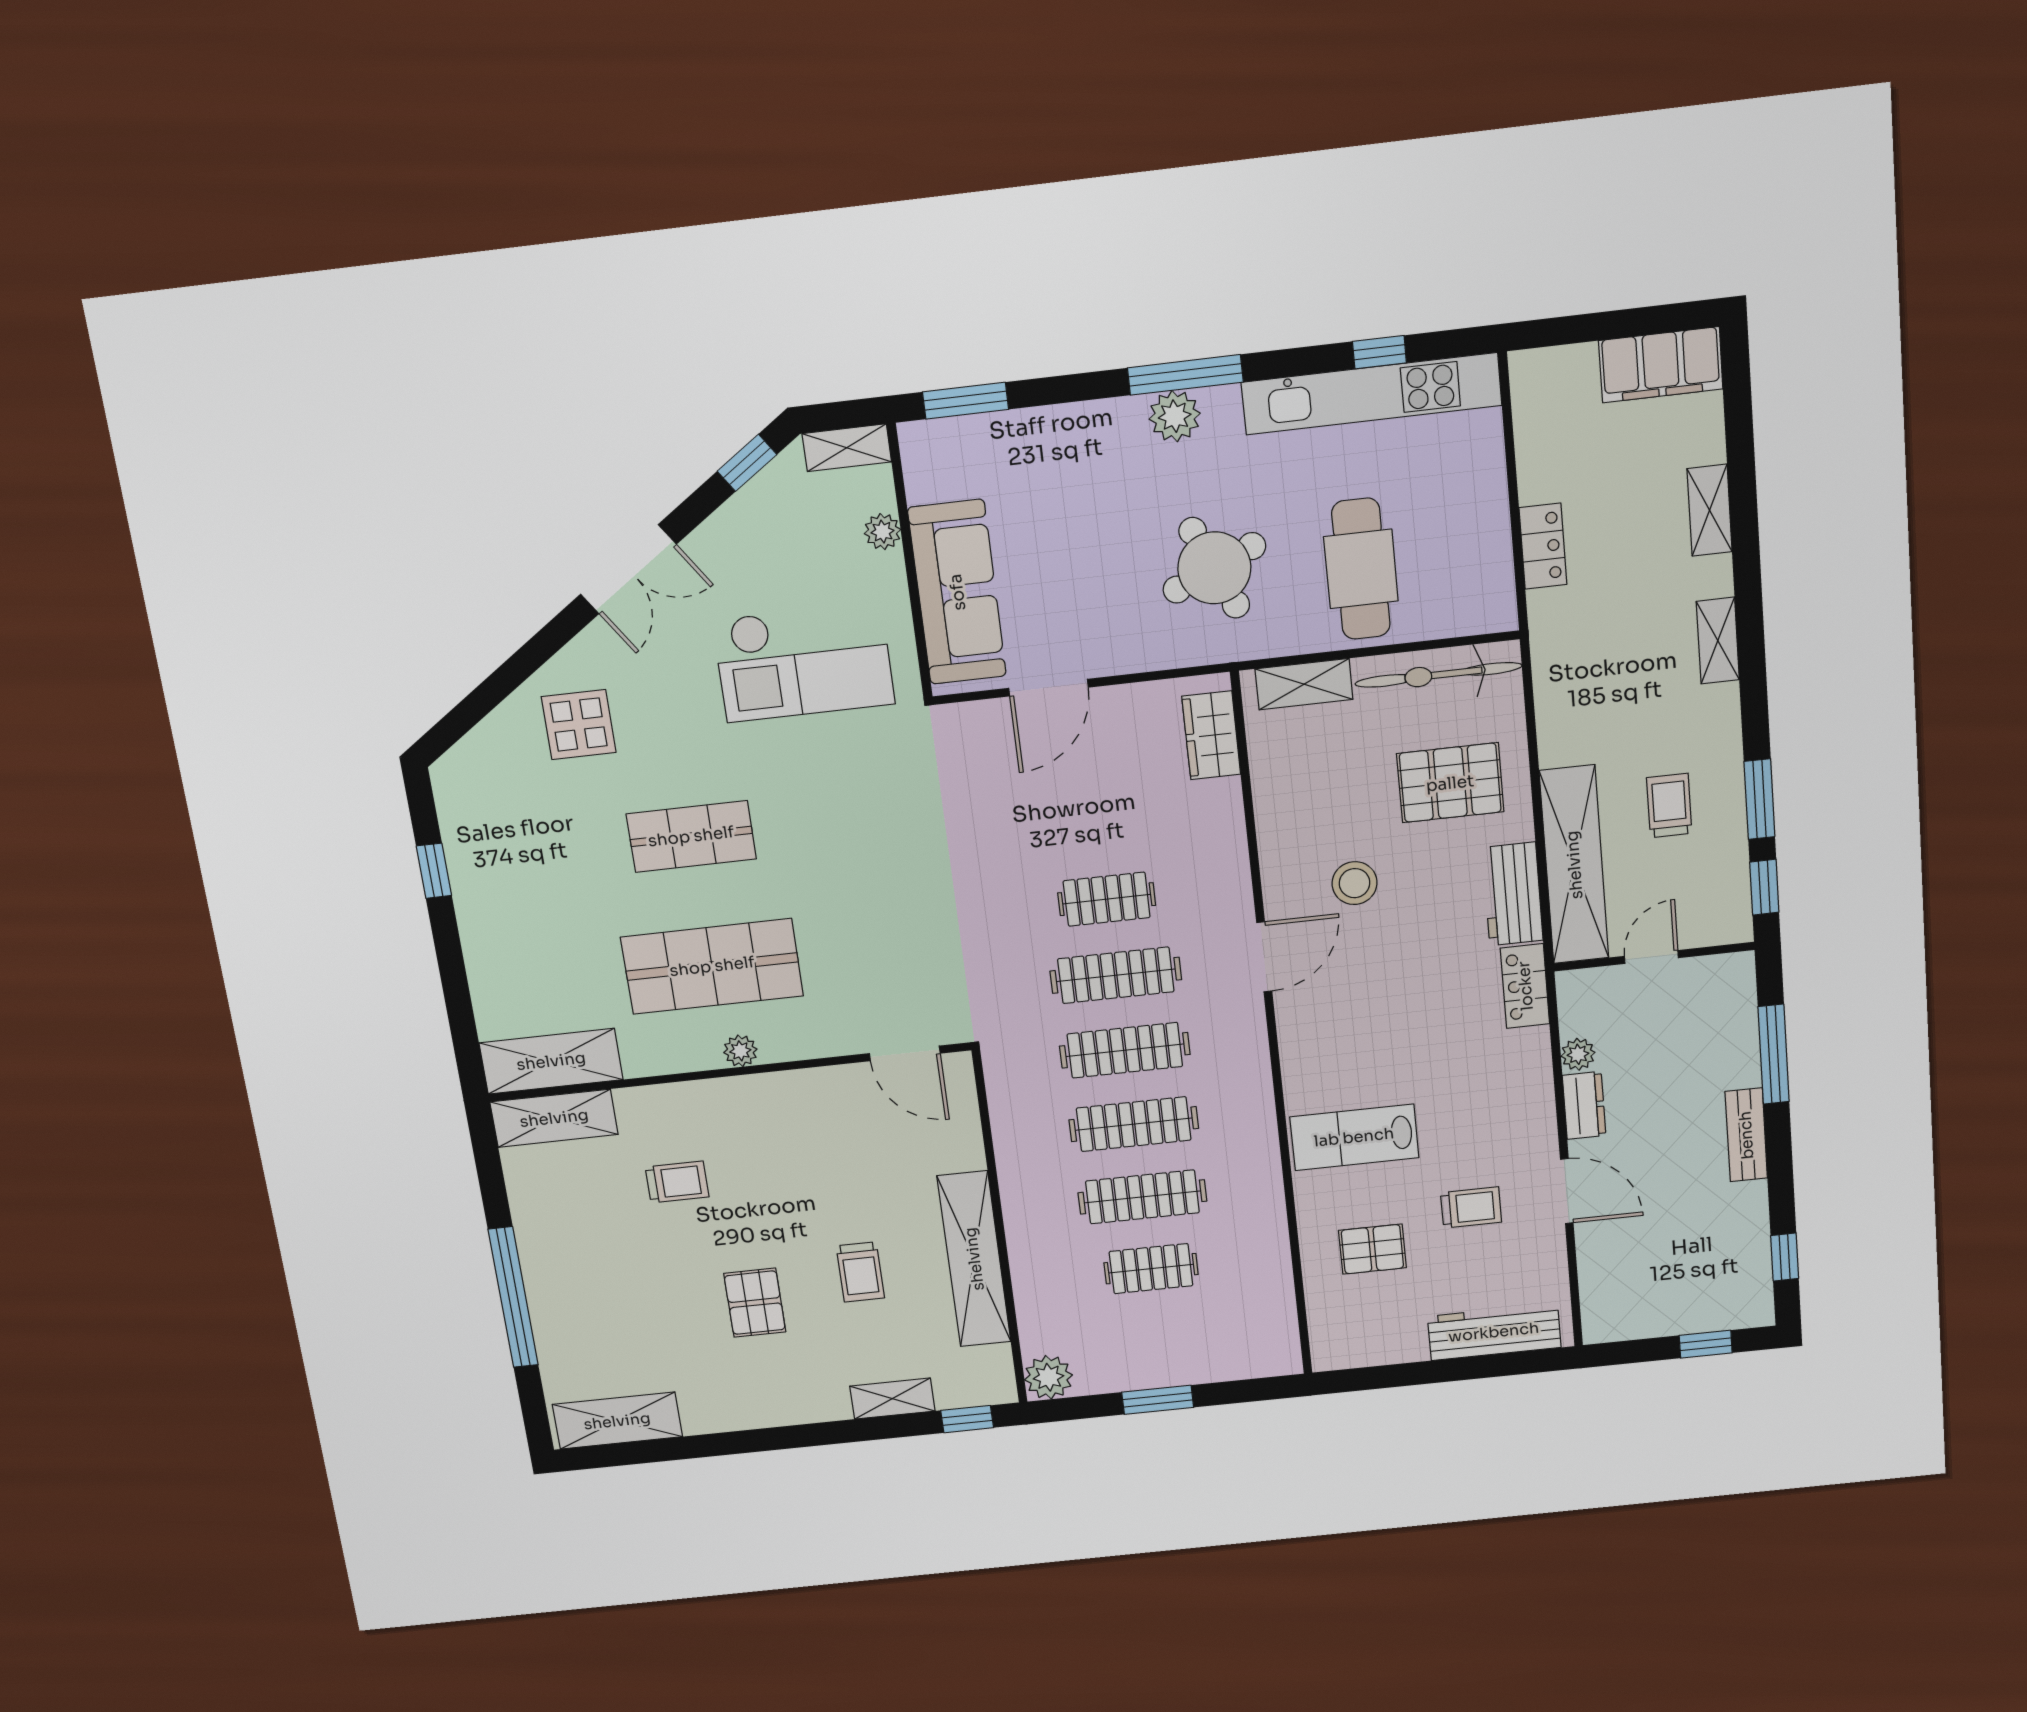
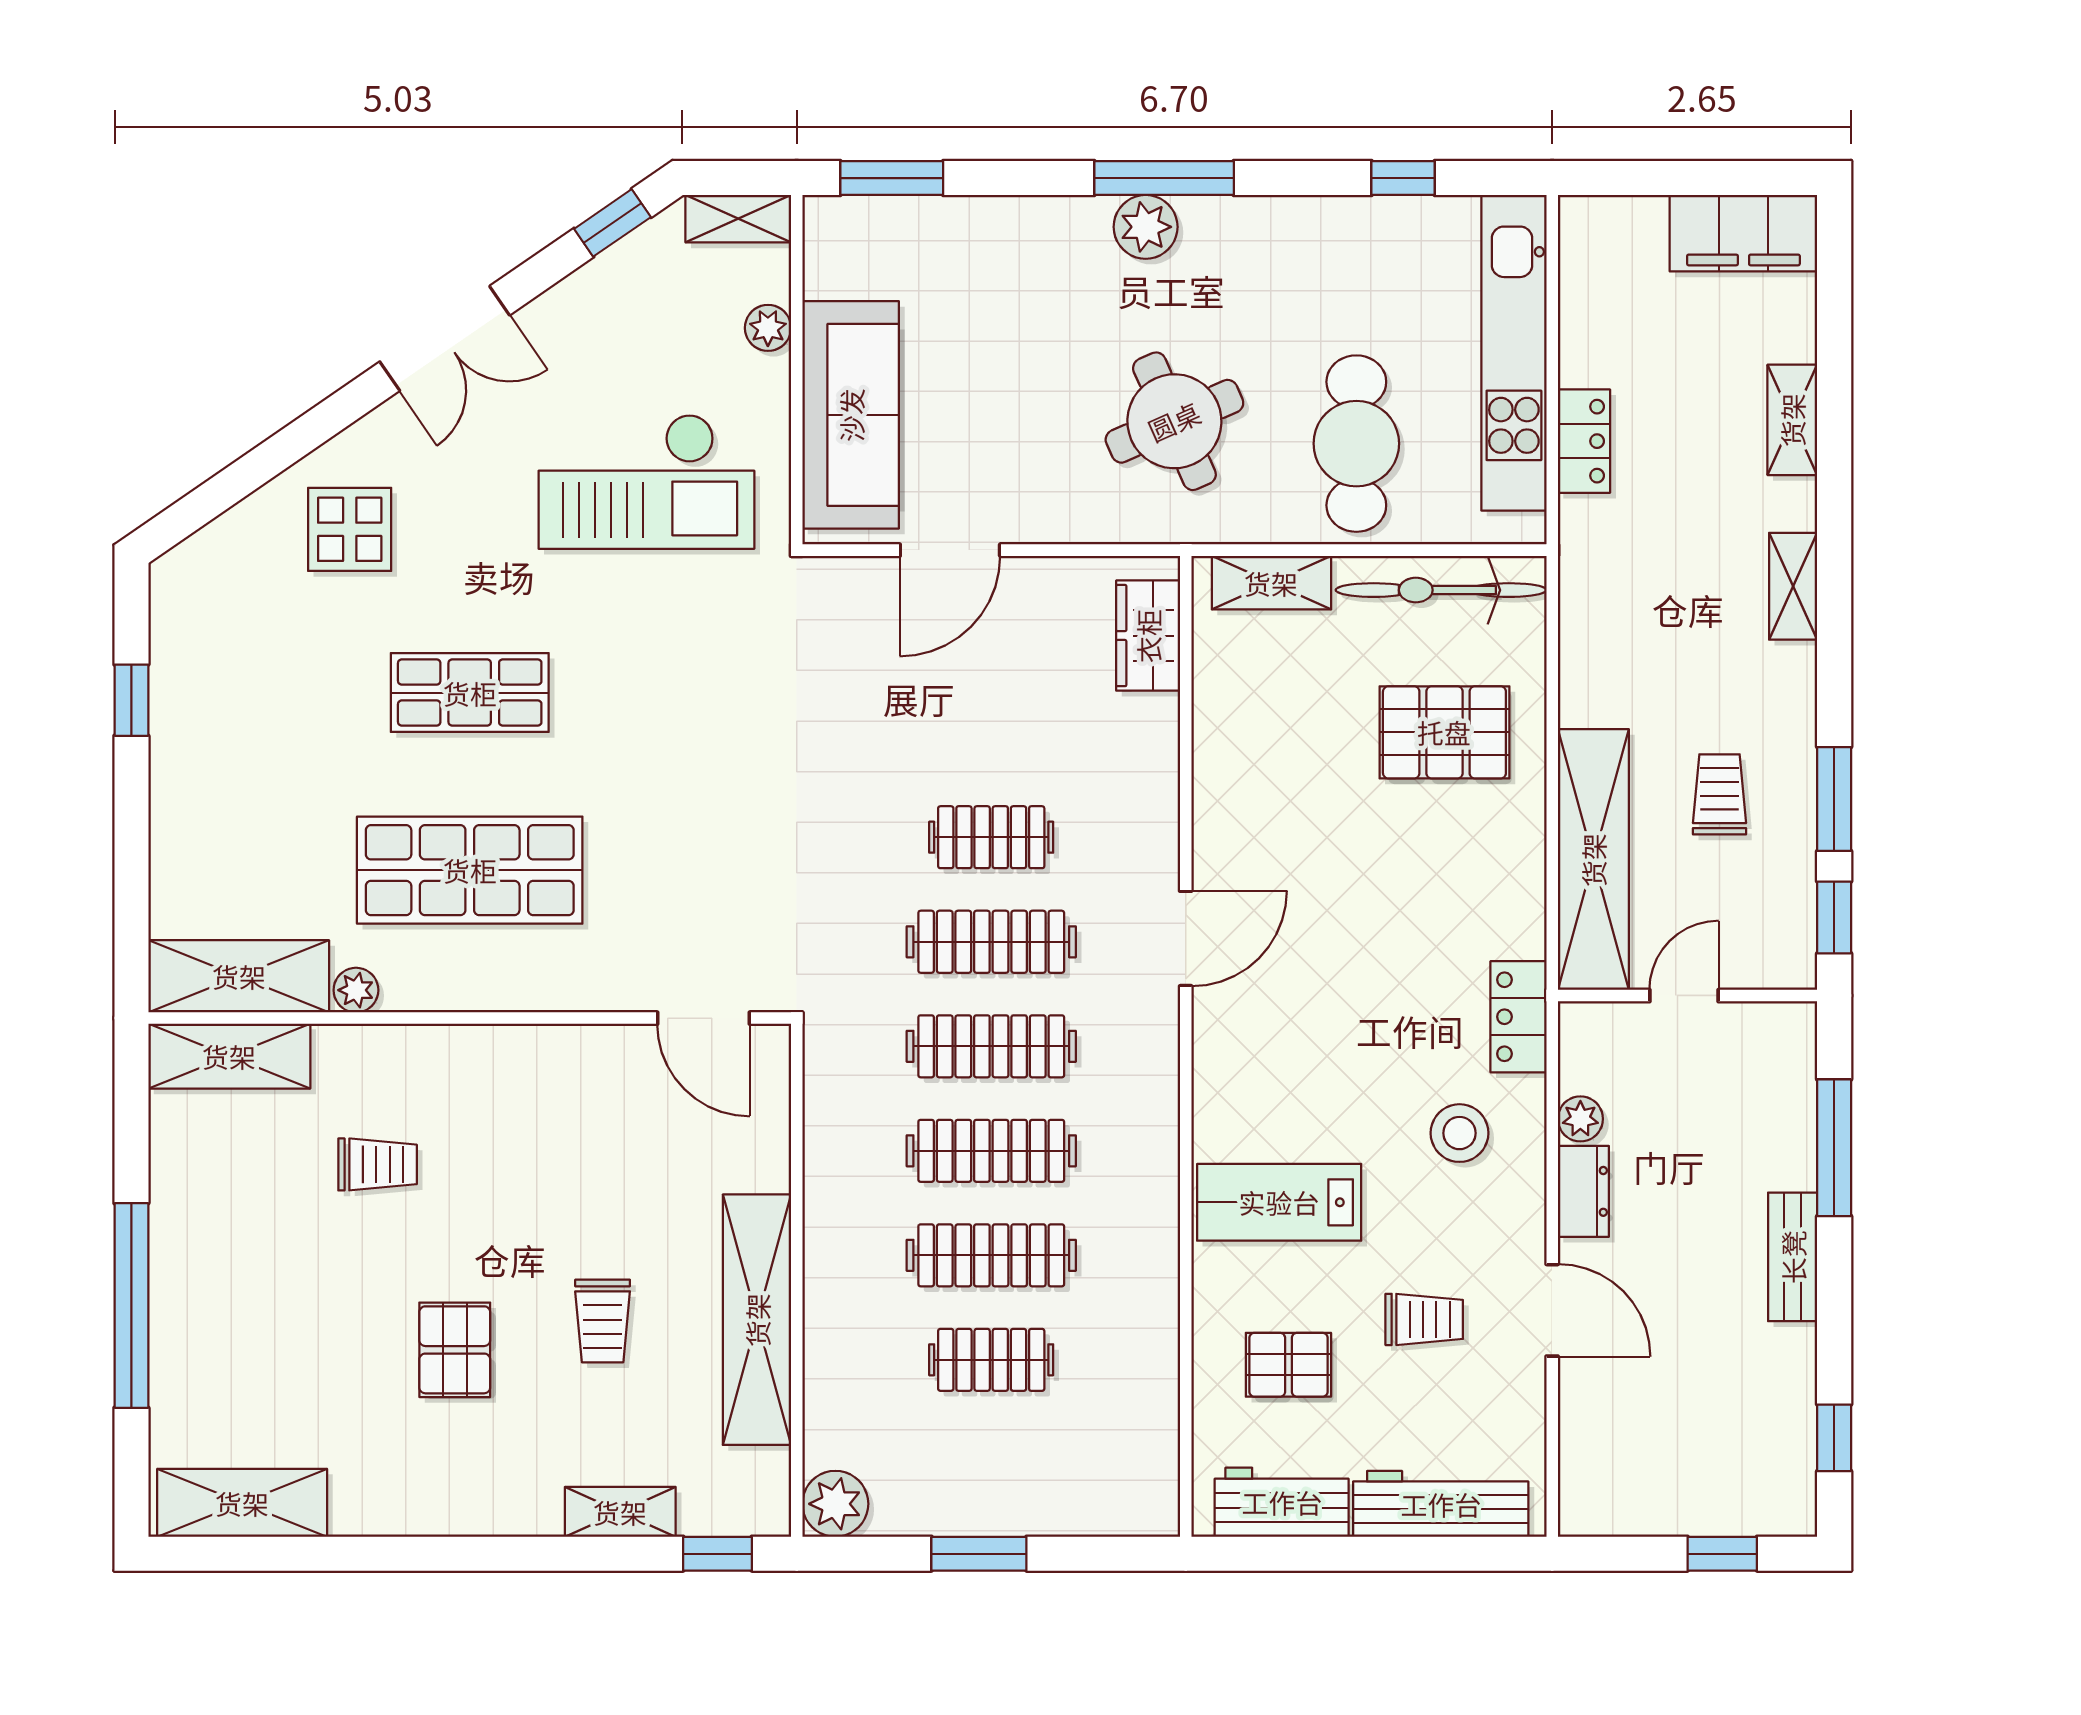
kitchen unit: (1371, 394) -> (1514, 353), moved, turned 90
stool: (1355, 883) -> (1459, 1133), moved
workbench: (1513, 894) -> (1282, 1502), moved, turned 90
plant: (740, 1051) -> (356, 990), moved

